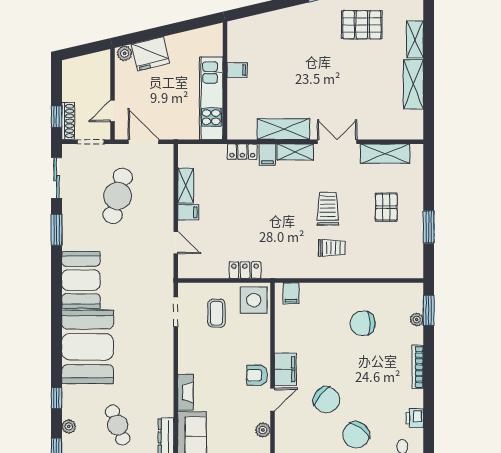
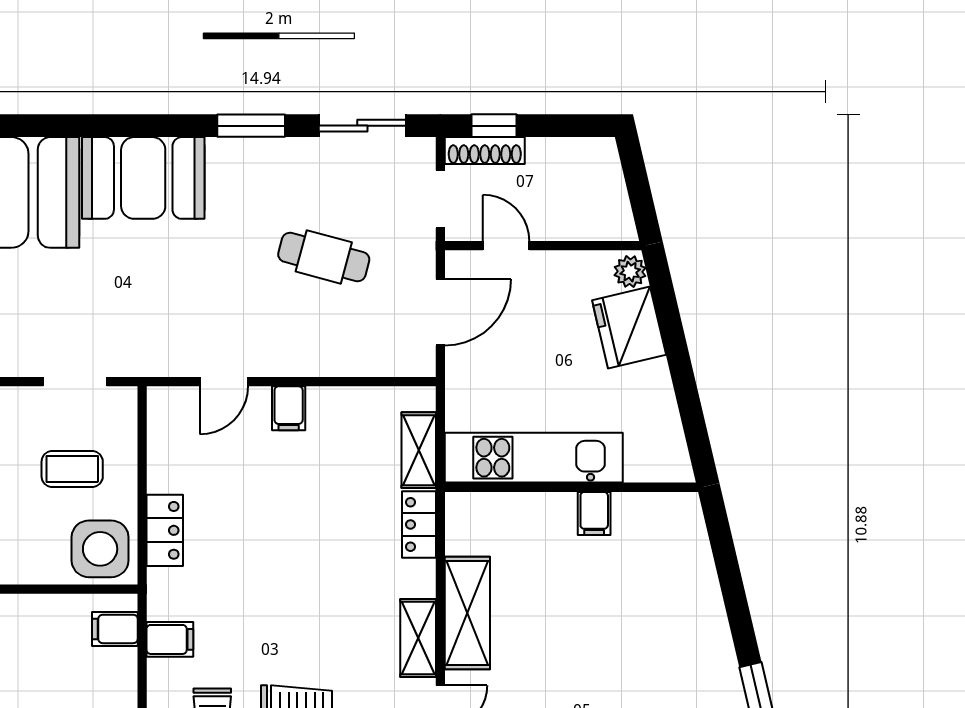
filing cabinet: (267, 155) -> (170, 639), moved, turned 180
shelving: (186, 186) -> (419, 450), moved, turned 90
cafe table: (118, 196) -> (324, 257), width x0.73, depth x0.74

